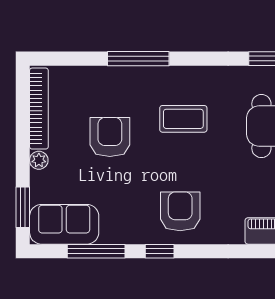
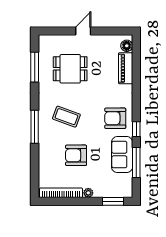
window: (138, 59) -> (35, 127), moved
coffee table: (183, 119) -> (66, 117), turned -70
sofa: (64, 224) -> (122, 155), moved

